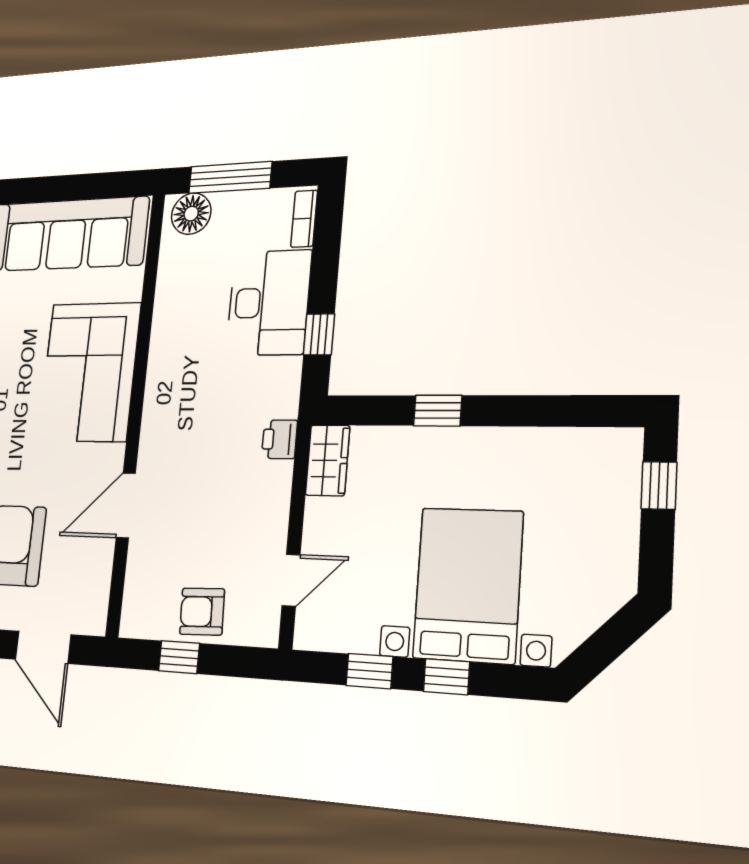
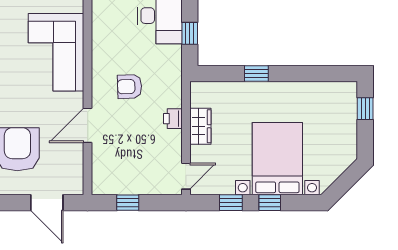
printer: (279, 439) -> (173, 119), moved
wardrobe: (328, 460) -> (200, 126), moved
door: (291, 580) -> (186, 176), moved
armchair: (202, 612) -> (130, 87), moved

